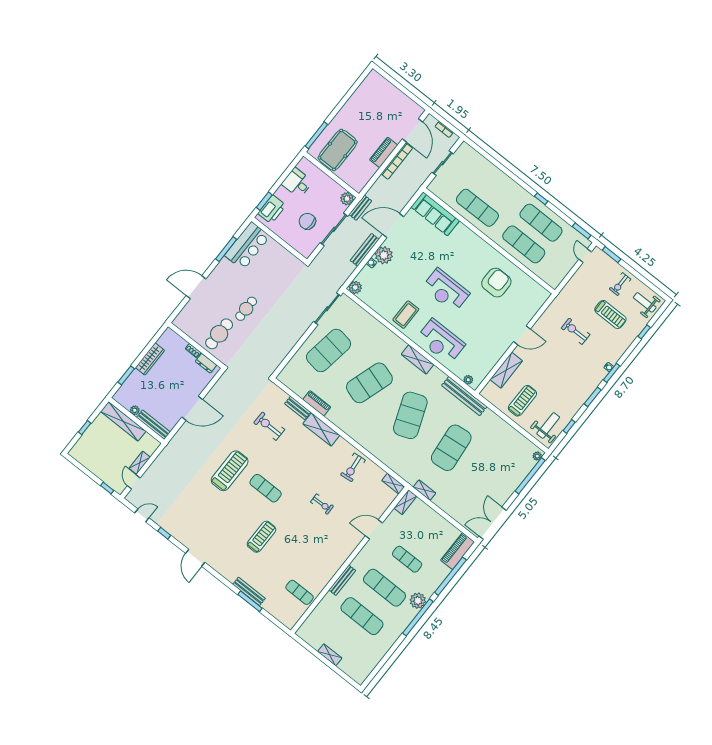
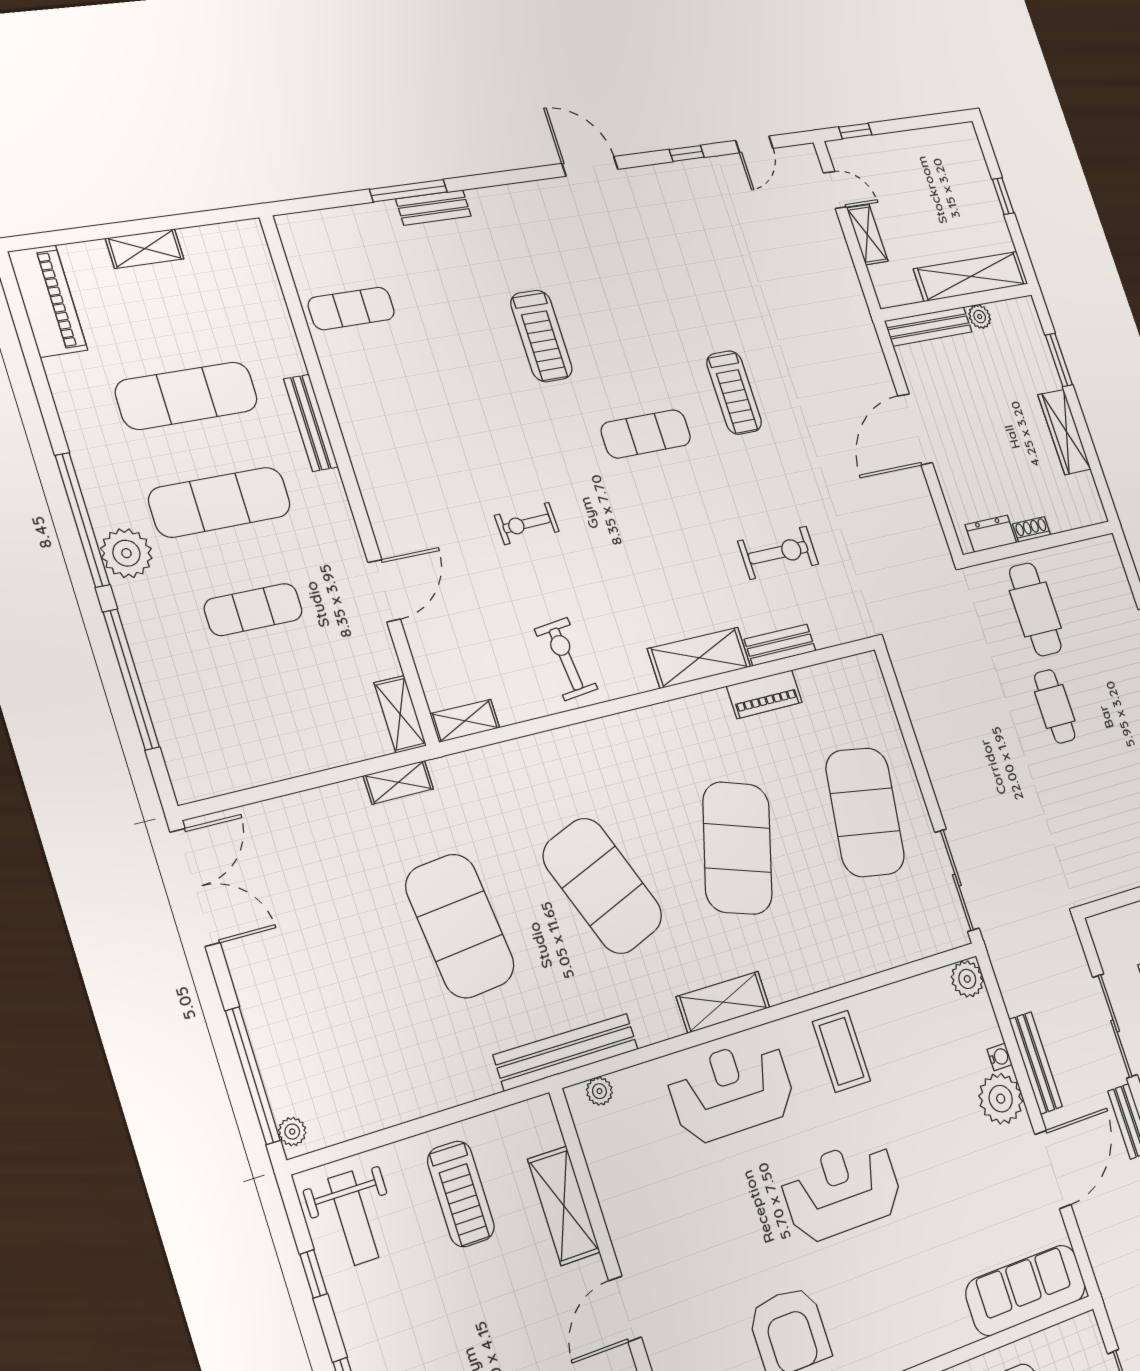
treadmill: (230, 471) -> (734, 393), width x0.73, depth x0.73
piano: (458, 551) -> (48, 301), moved
bench: (249, 591) -> (433, 208), width x0.73

